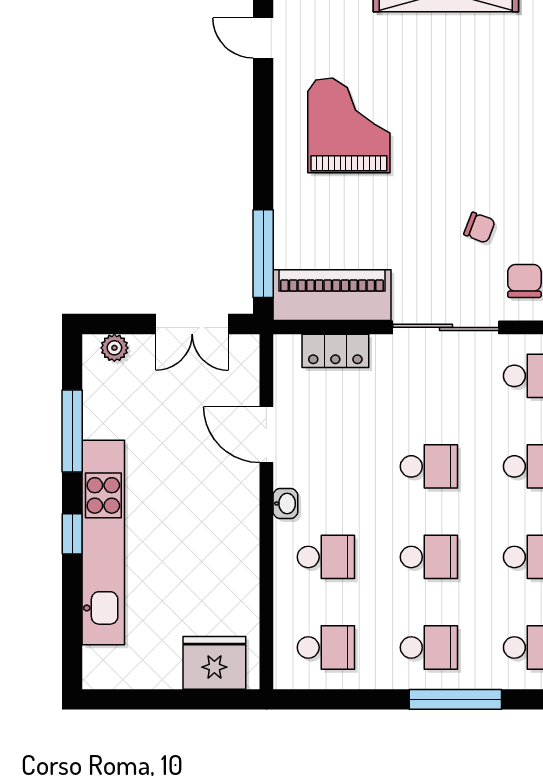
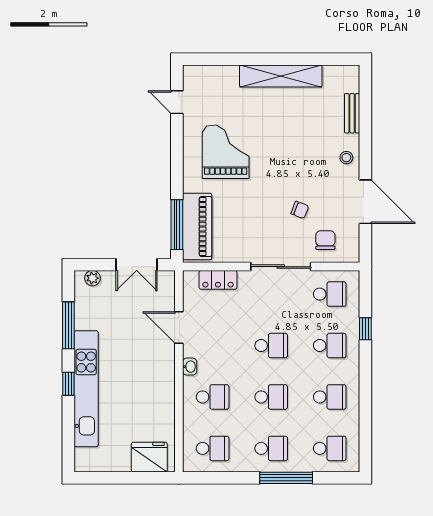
piano: (332, 295) -> (197, 227), moved, turned 90

